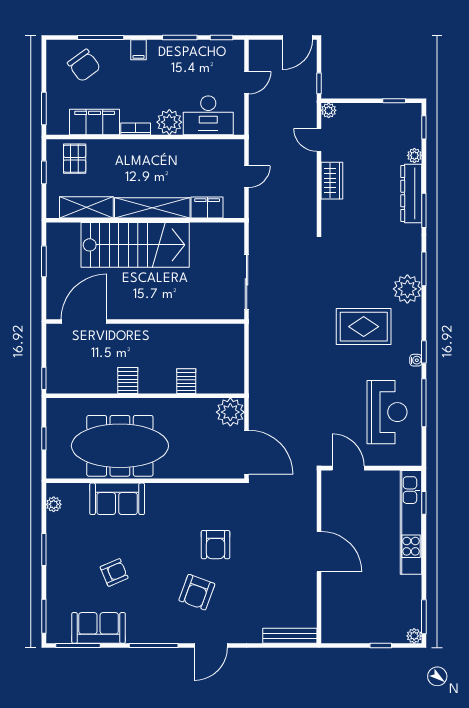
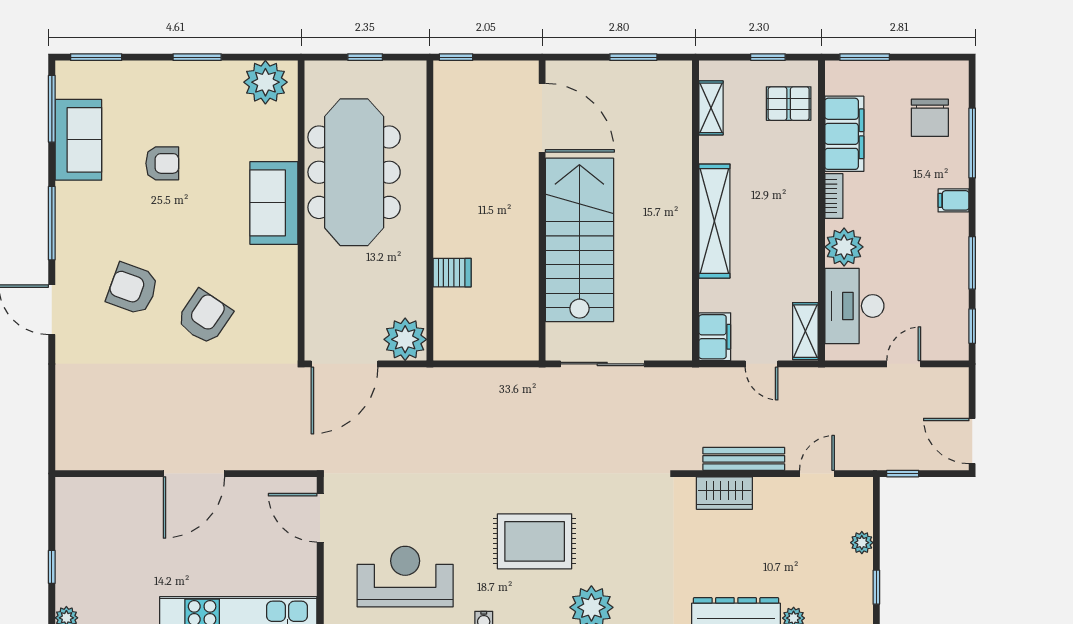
chair: (84, 65) -> (930, 118), turned -54
door: (247, 83) -> (904, 364), swing flipped
plant: (329, 110) -> (862, 543), moved
shelving: (225, 148) -> (805, 331), added
wardrobe: (332, 181) -> (724, 493), moved
shelving: (86, 207) -> (711, 108), width x0.67, depth x0.75
filing cabinet: (207, 208) -> (715, 337), moved
stairs: (135, 245) -> (579, 240), moved, turned 180
rug: (364, 327) -> (535, 541), turned 90
server rack: (128, 380) -> (453, 184), removed
reception desk: (387, 412) -> (405, 577), turned 180
door: (348, 468) -> (320, 518), swing flipped
sofa: (117, 499) -> (274, 203), moved
plant: (54, 504) -> (265, 82), width x1.87, depth x1.87
armchair: (216, 545) -> (204, 317), turned 124
armchair: (114, 572) -> (162, 163), turned -67
bench: (290, 636) -> (744, 459), moved, turned 90

